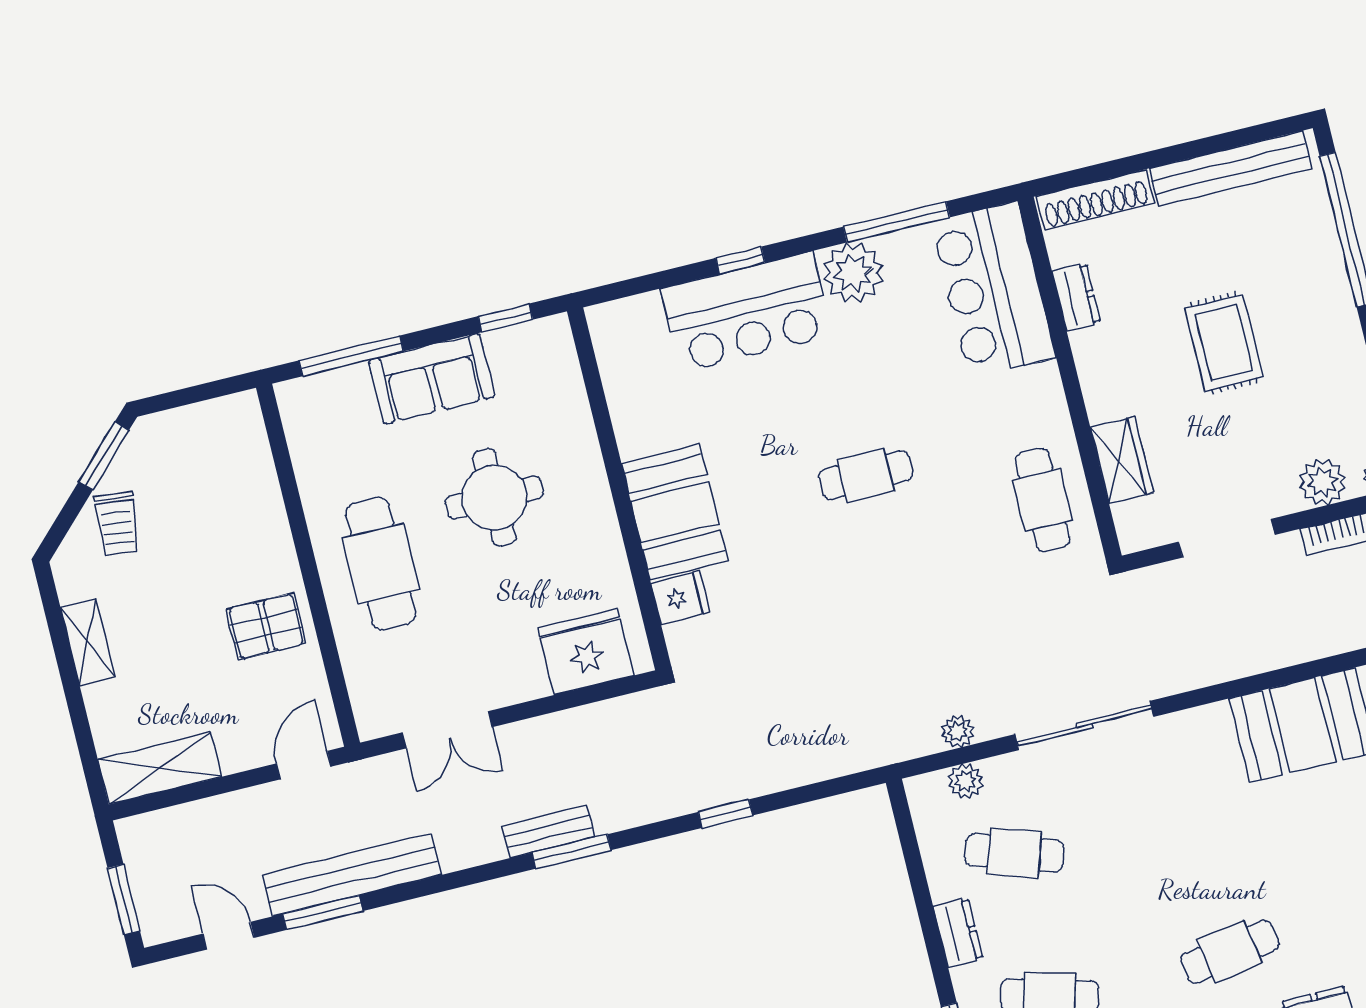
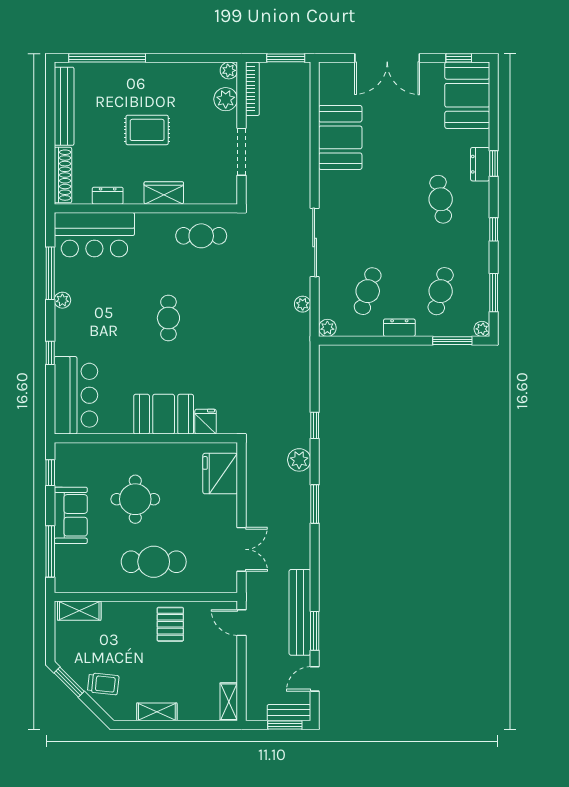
plant: (853, 273) -> (62, 300), width x0.53, depth x0.53
bar counter: (747, 312) -> (76, 395), moved
shelving: (249, 441) -> (79, 611), added
wardrobe: (1122, 460) -> (164, 193), moved
shelving: (160, 768) -> (229, 702), width x0.67, depth x0.75
plant: (965, 781) -> (327, 328), moved
plant: (650, 800) -> (299, 460), added
bench: (548, 831) -> (289, 713), moved, turned 90

